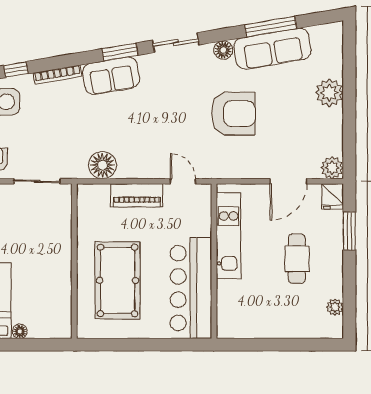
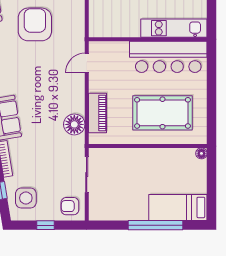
piano: (137, 195) -> (97, 113), moved
kitchen unit: (228, 236) -> (174, 28), moved
floor lamp: (20, 331) -> (201, 153), moved

